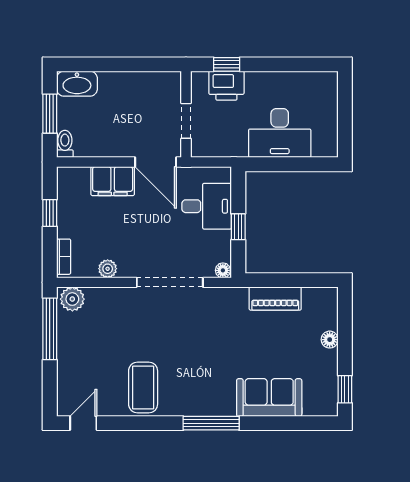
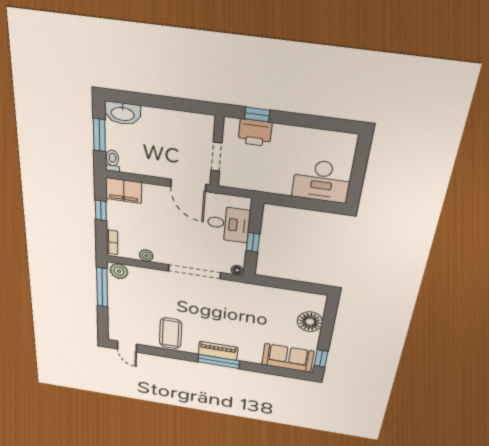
desk: (280, 133) -> (322, 181), moved
filing cabinet: (113, 181) -> (124, 190), moved
piano: (275, 299) -> (218, 351), moved, turned 180
floor lamp: (330, 340) -> (310, 322), width x1.89, depth x1.89
sofa: (269, 398) -> (288, 358), moved
door: (83, 423) -> (127, 347), swing flipped

